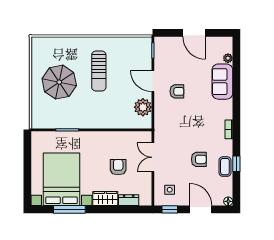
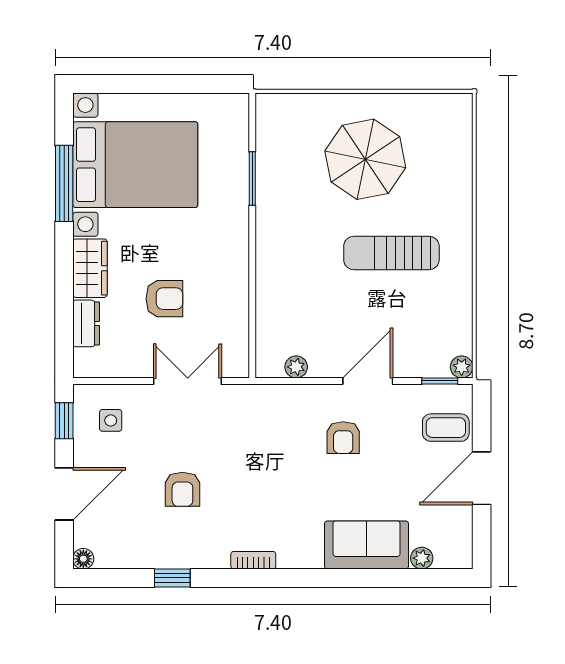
plant: (147, 41) -> (462, 367), added
plant: (143, 107) -> (296, 367), width x0.53, depth x0.53
coffee table: (225, 167) -> (446, 428), moved

